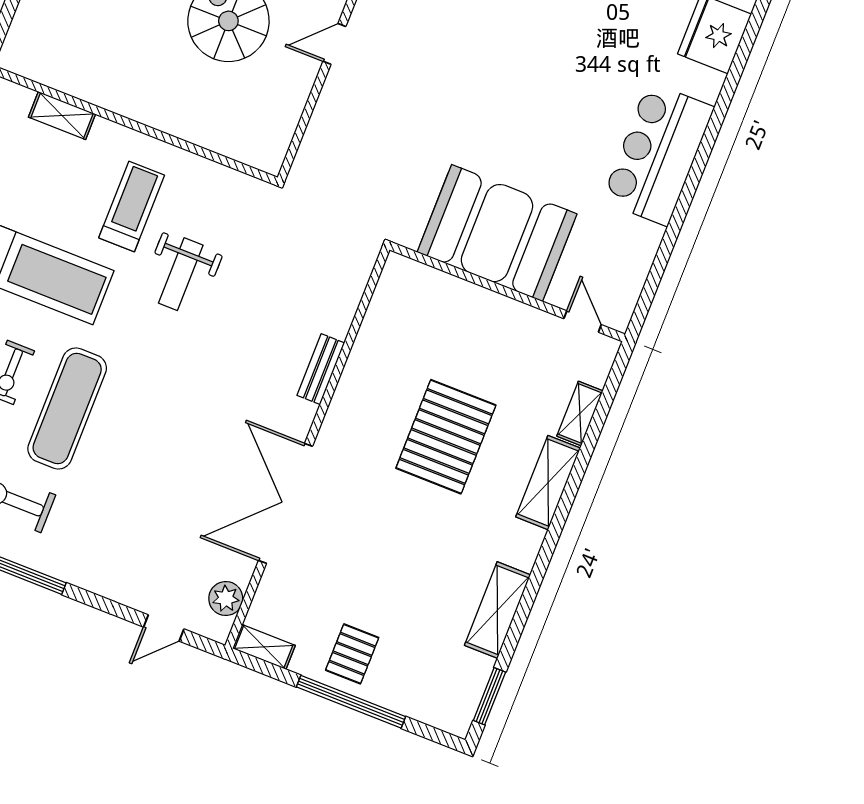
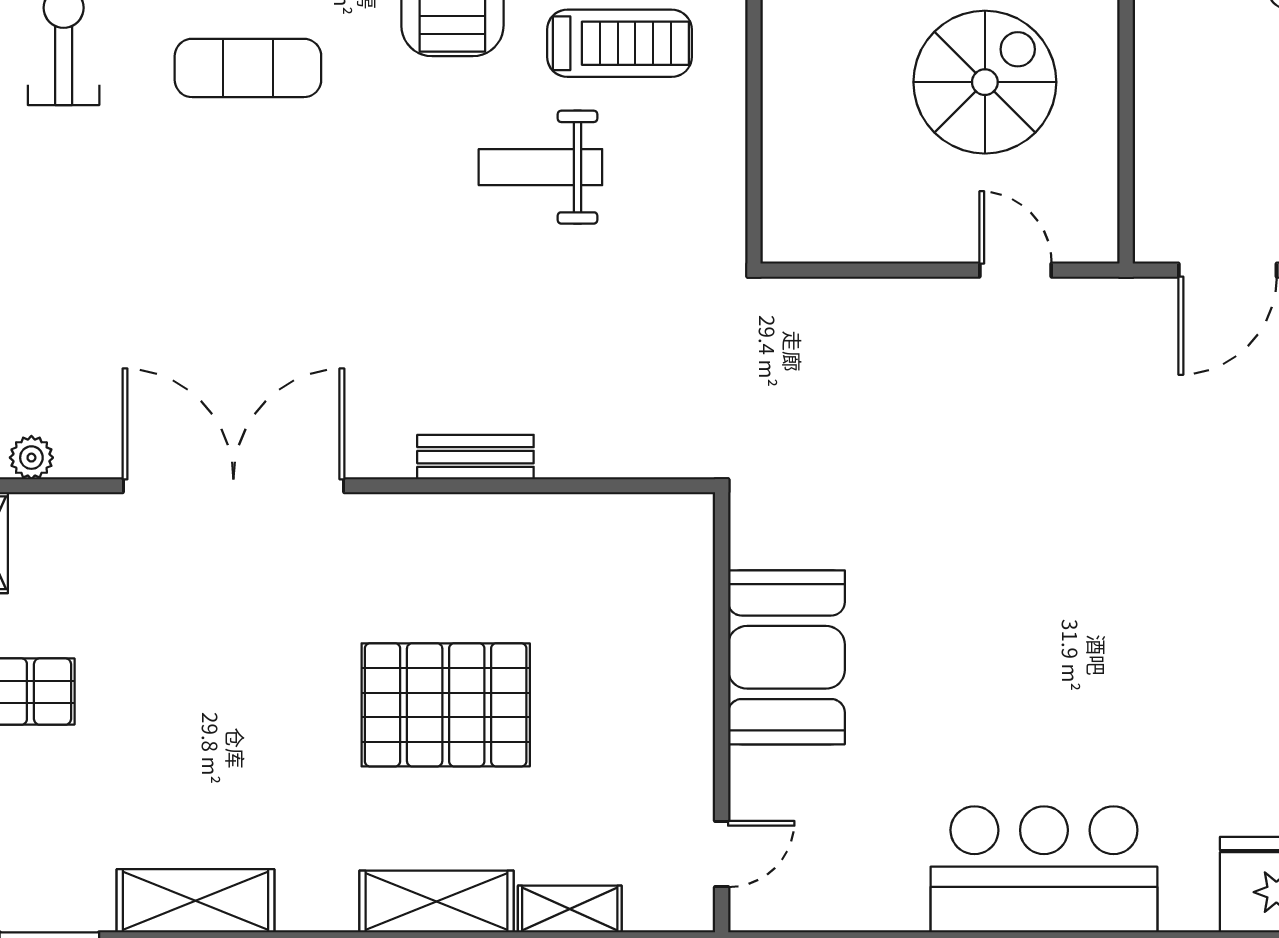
booth: (497, 233) -> (786, 657), width x0.73, depth x0.70
exercise mat: (67, 408) -> (248, 68), width x0.73, depth x0.69
plant: (226, 599) -> (31, 458), width x0.73, depth x0.73

